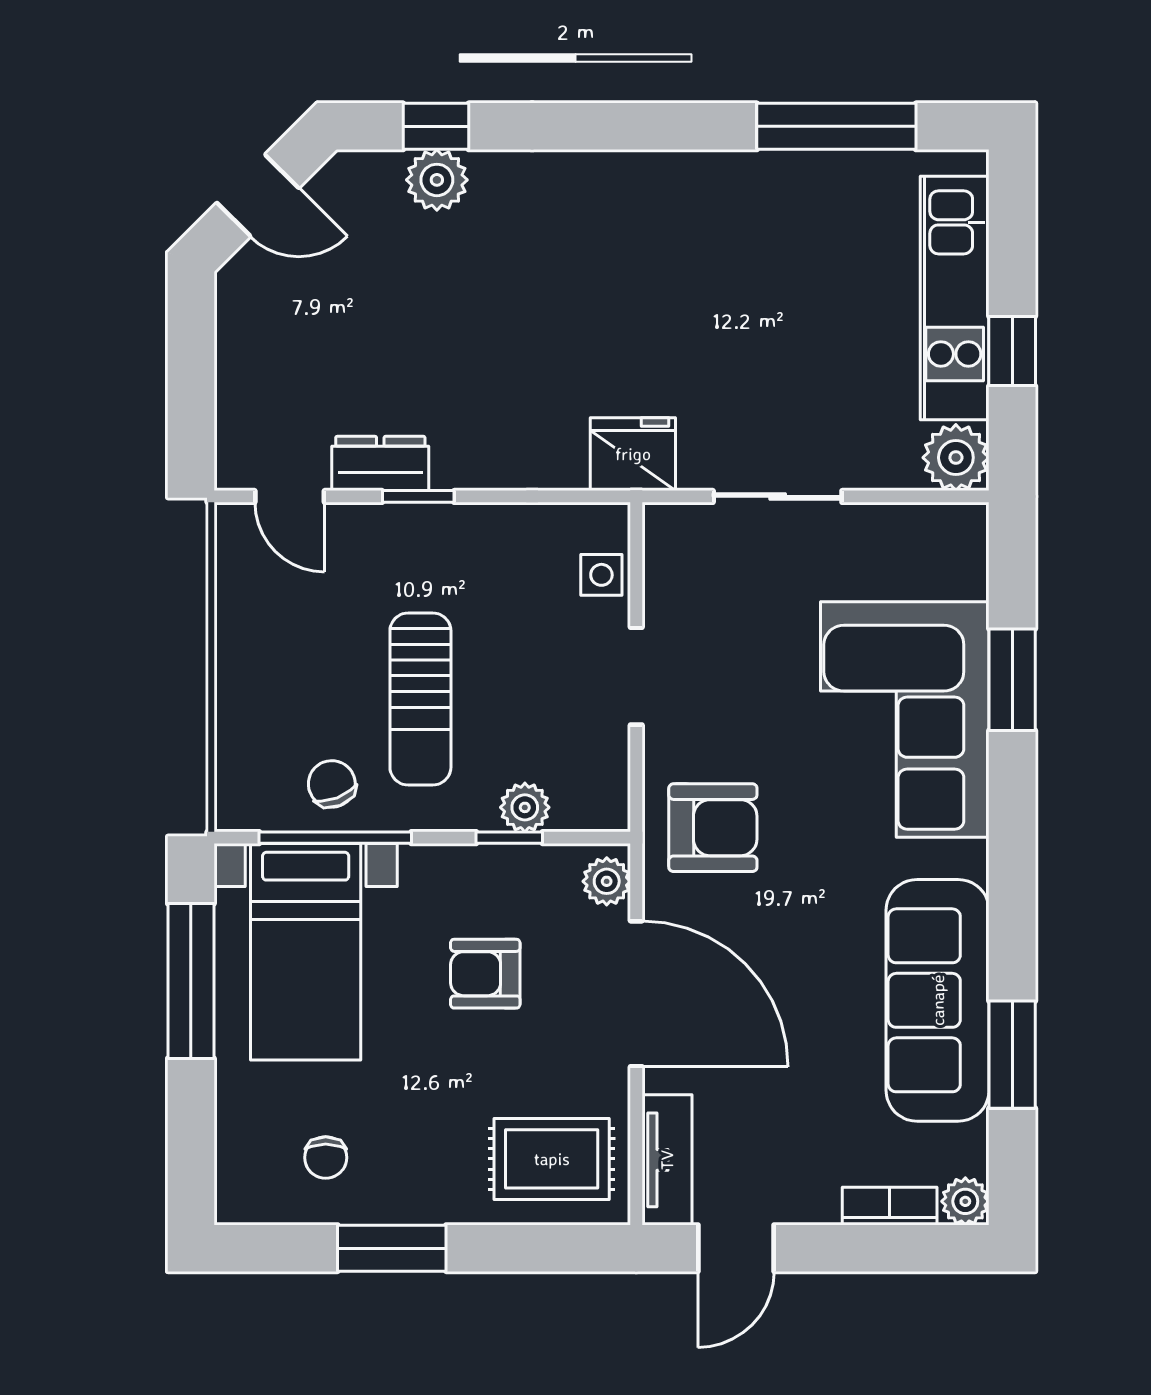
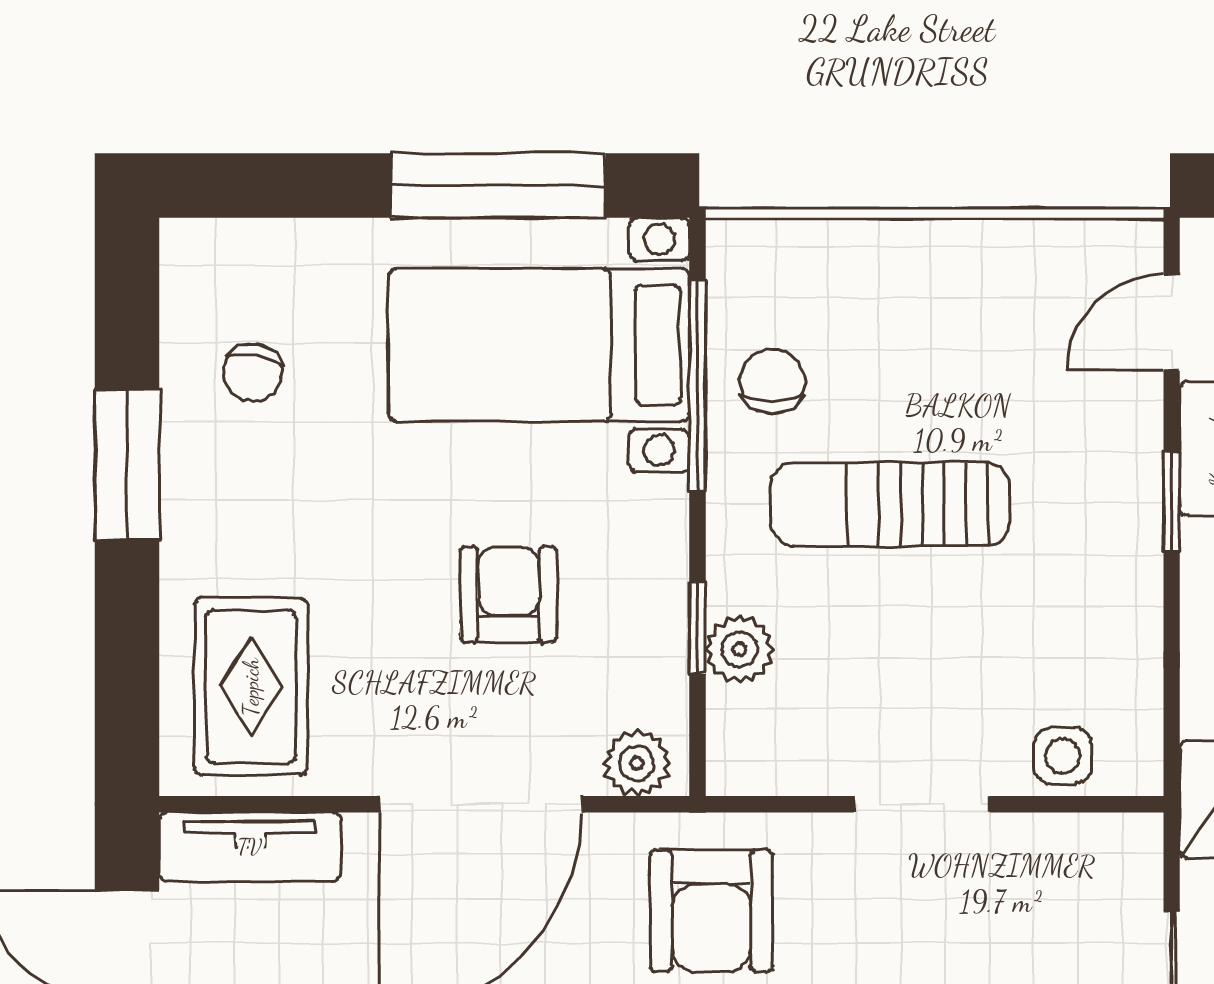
chair: (332, 784) -> (772, 381), turned -69
chair: (326, 1158) -> (253, 373), turned -80

